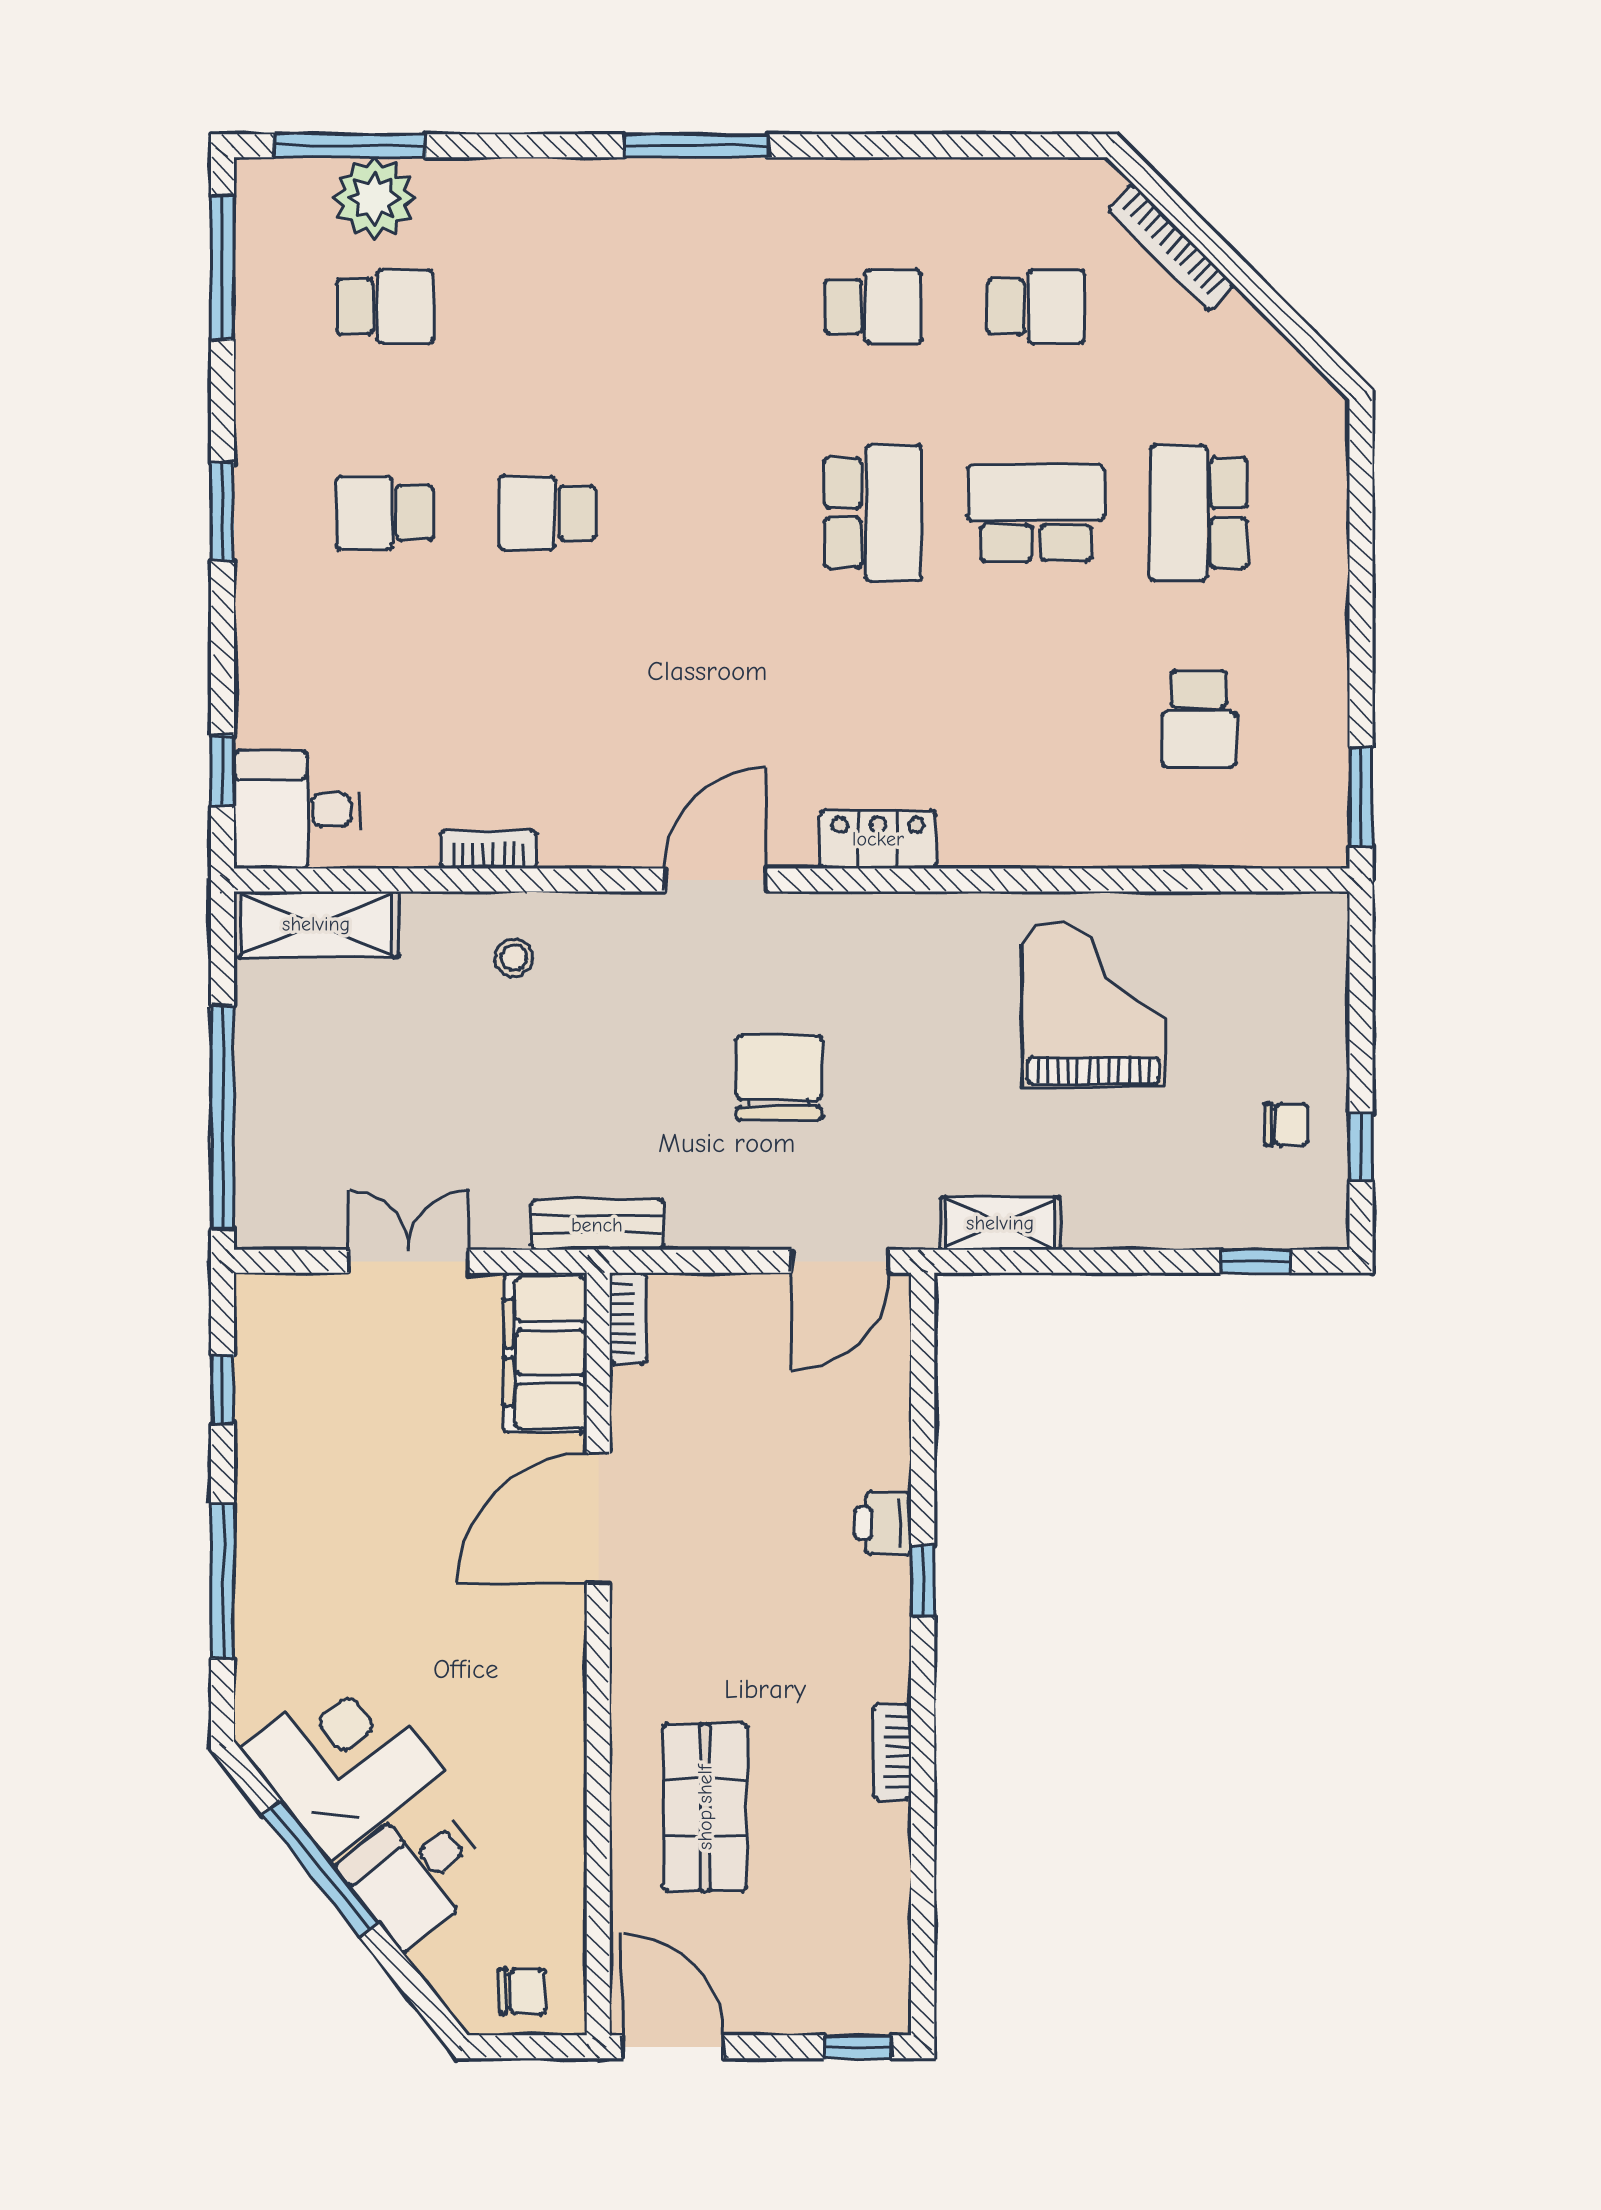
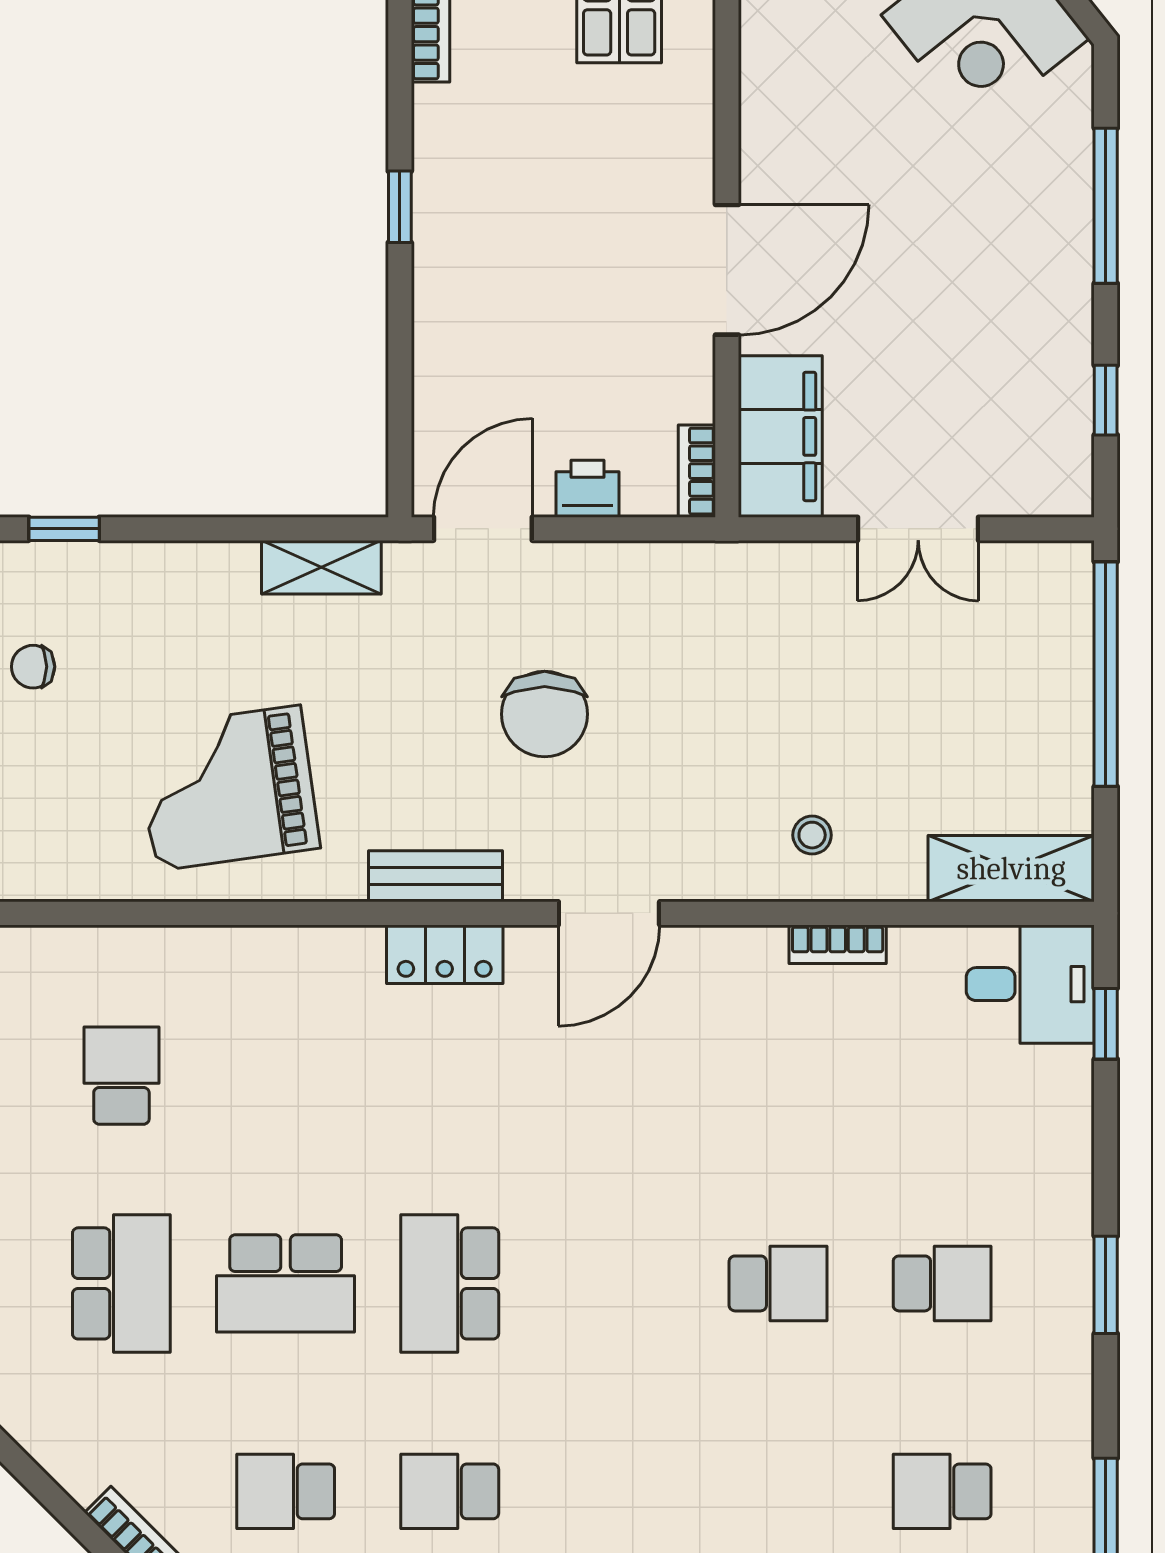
grand piano: (1093, 1004) -> (228, 788), turned 82
bench: (597, 1225) -> (435, 876), moved
printer: (883, 1523) -> (588, 489), moved, turned -90

